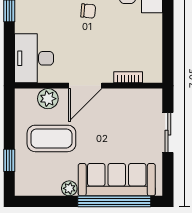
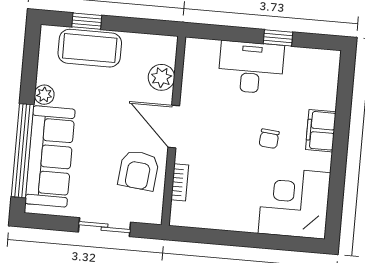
desk: (34, 58) -> (251, 67), moved
armchair: (122, 110) -> (139, 170), added
coffee table: (51, 138) -> (90, 48), moved, turned 90

